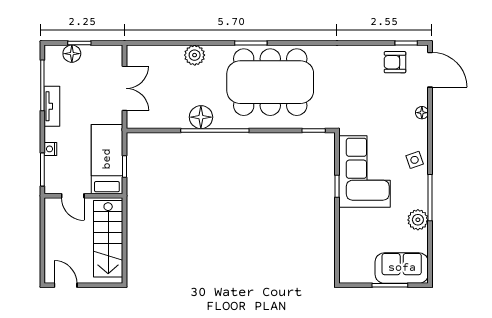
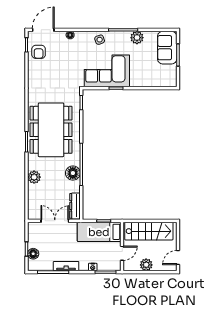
dresser: (148, 120) -> (75, 206), added
plant: (54, 235) -> (146, 265), added

